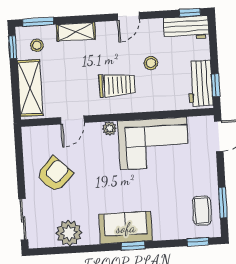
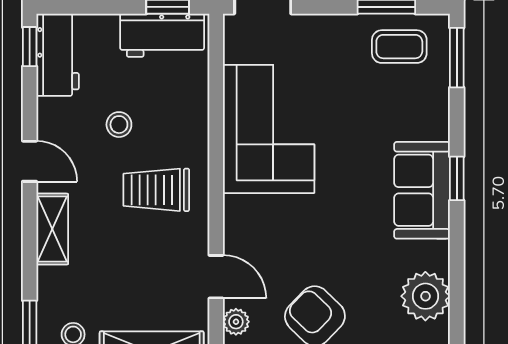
shelving: (76, 32) -> (52, 229), moved
trolley: (117, 85) -> (156, 190), turned -90
plant: (110, 128) -> (236, 322), moved
window: (198, 242) -> (457, 58), width x1.50

